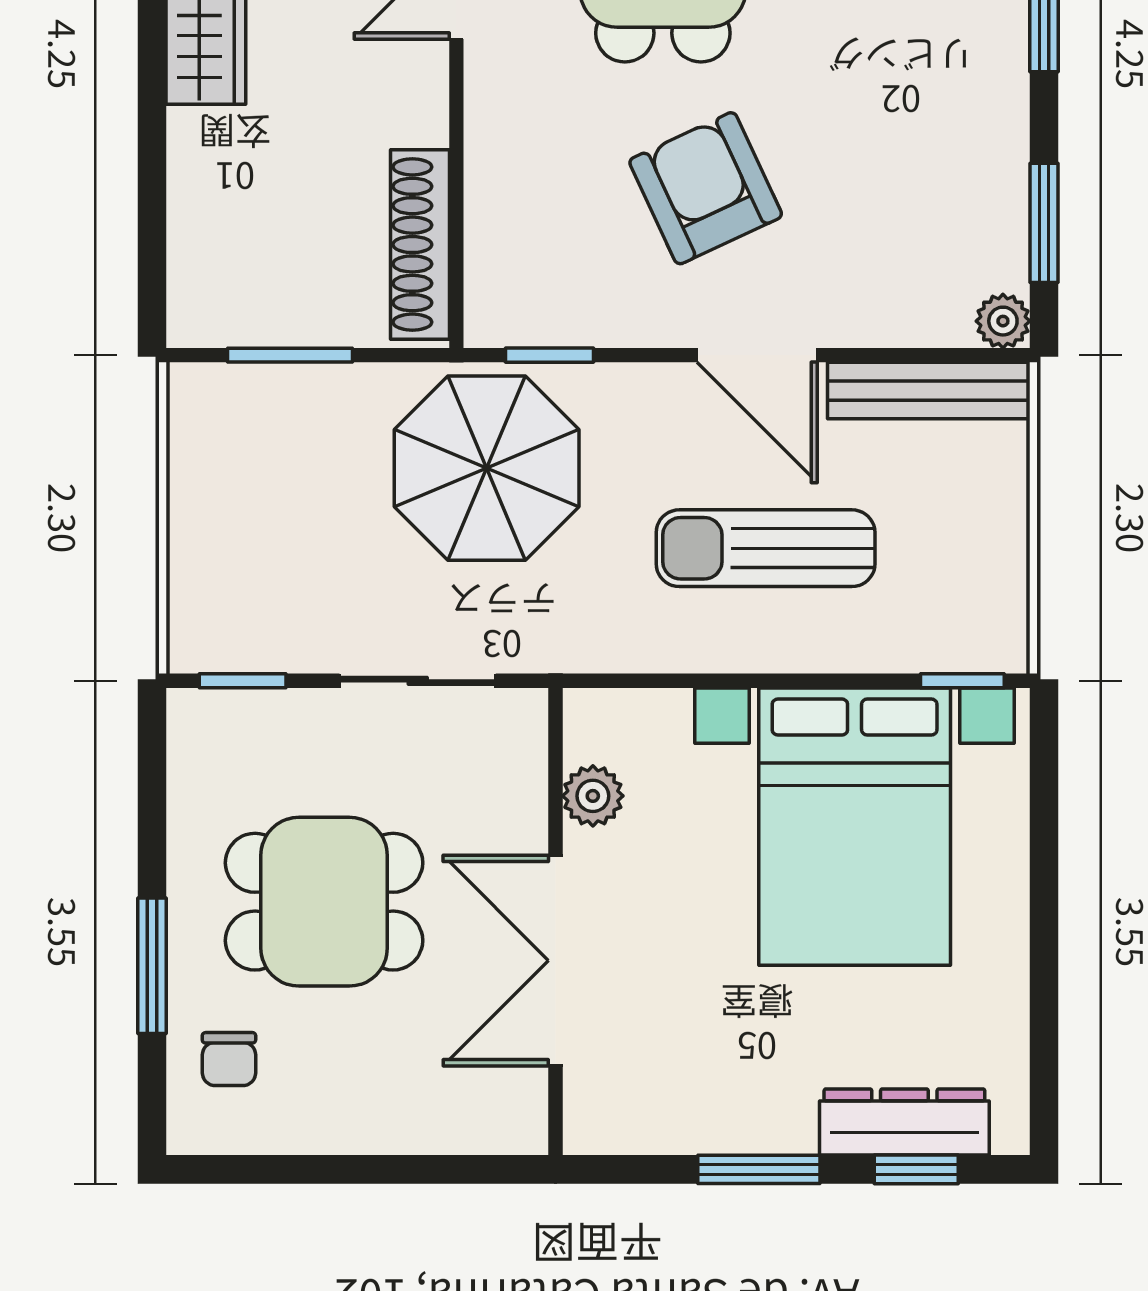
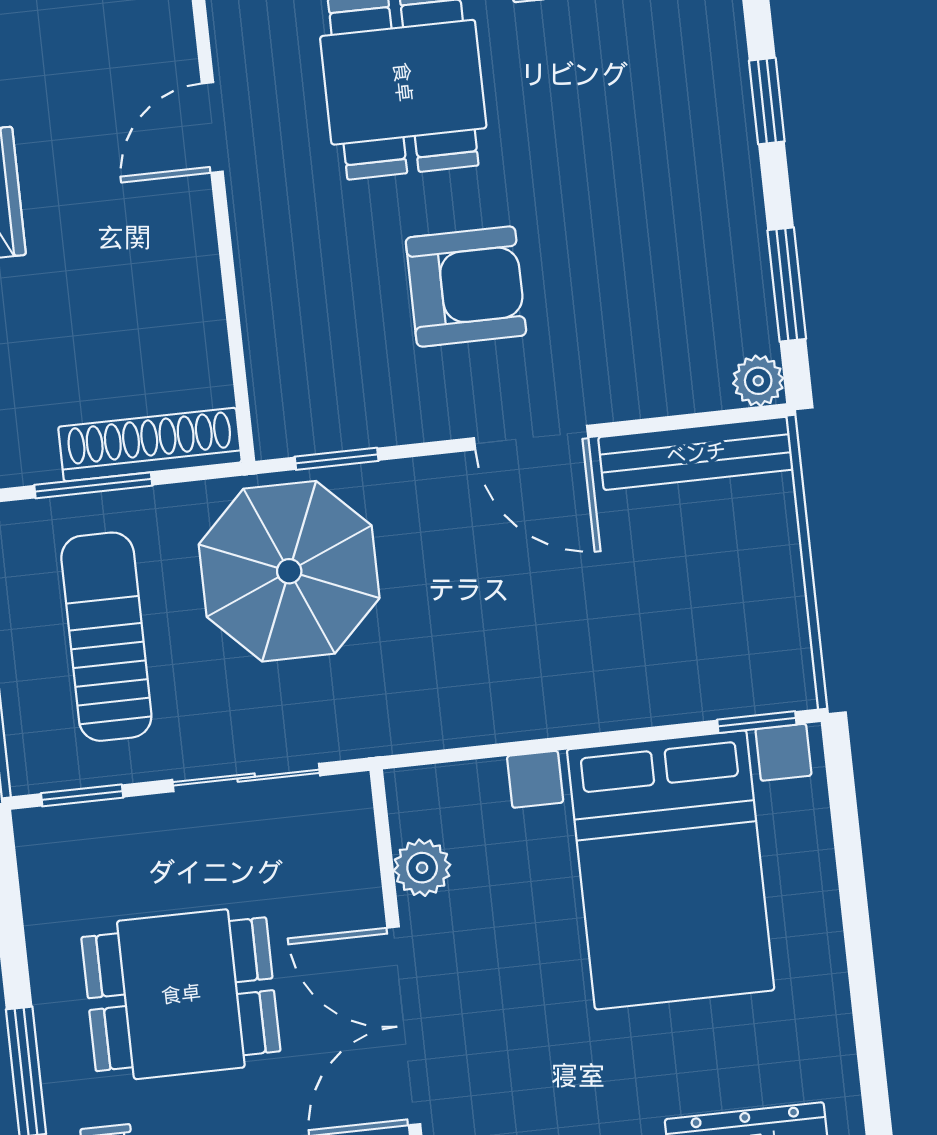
armchair: (706, 188) -> (466, 286), turned 115
shoe rack: (420, 245) -> (150, 445), moved, turned 90
sun lounger: (766, 548) -> (106, 637), moved, turned 90

